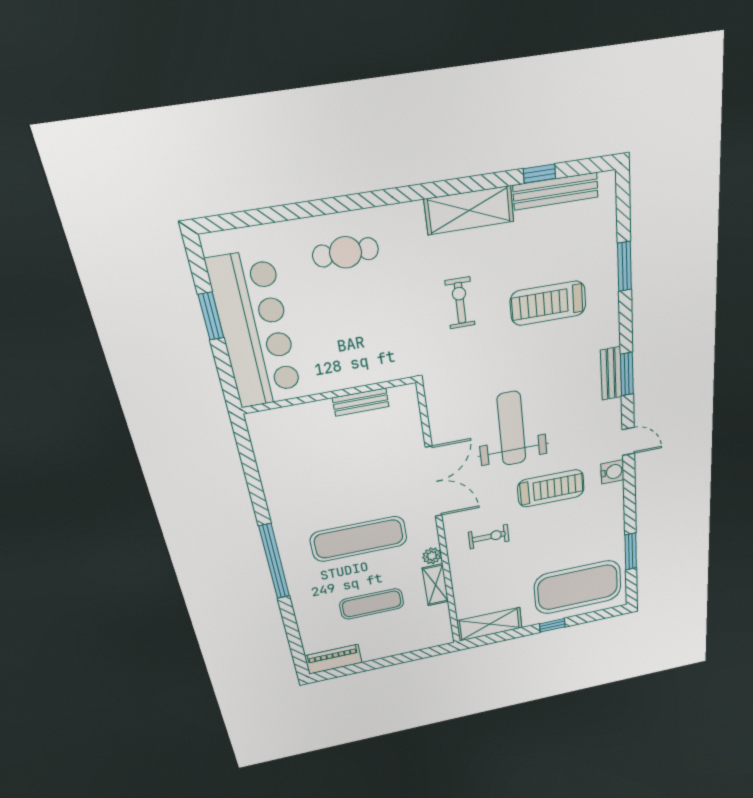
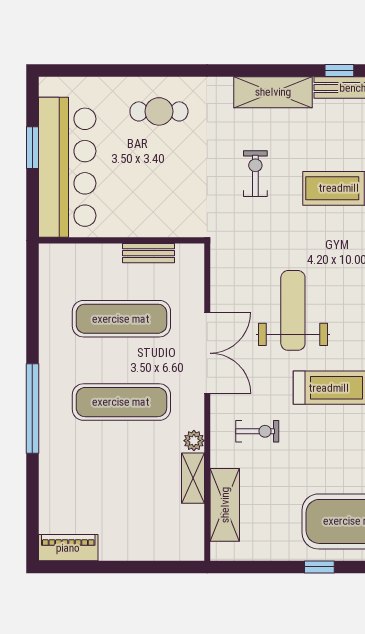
exercise mat: (372, 604) -> (121, 319), moved, width x1.36, depth x1.45
shelving: (489, 624) -> (225, 505), moved, turned 90

